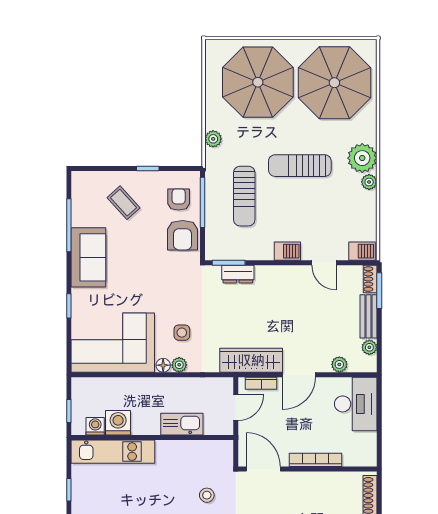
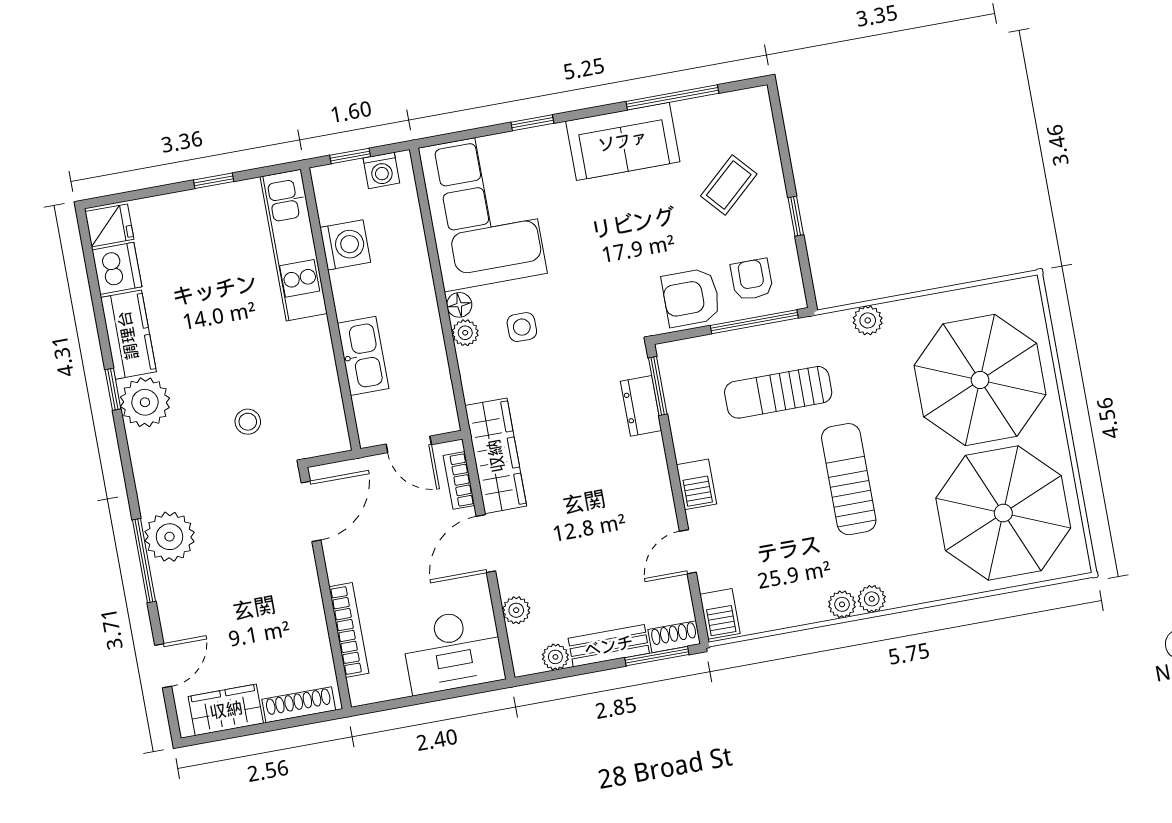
plant: (362, 158) -> (872, 599), width x0.53, depth x0.53
armchair: (179, 199) -> (752, 280), turned -90
door: (299, 375) -> (486, 544), hinge flipped
washing machine: (95, 426) -> (381, 171), moved, turned 90
bookcase: (315, 460) -> (349, 630), moved

